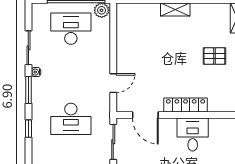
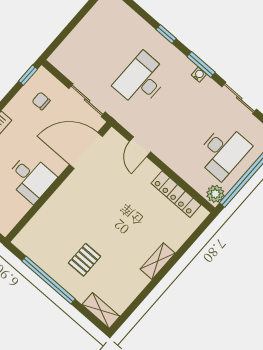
water cooler: (36, 72) -> (199, 75), moved
locker: (186, 105) -> (176, 194), moved, turned 90
door: (145, 115) -> (86, 151), width x1.36

